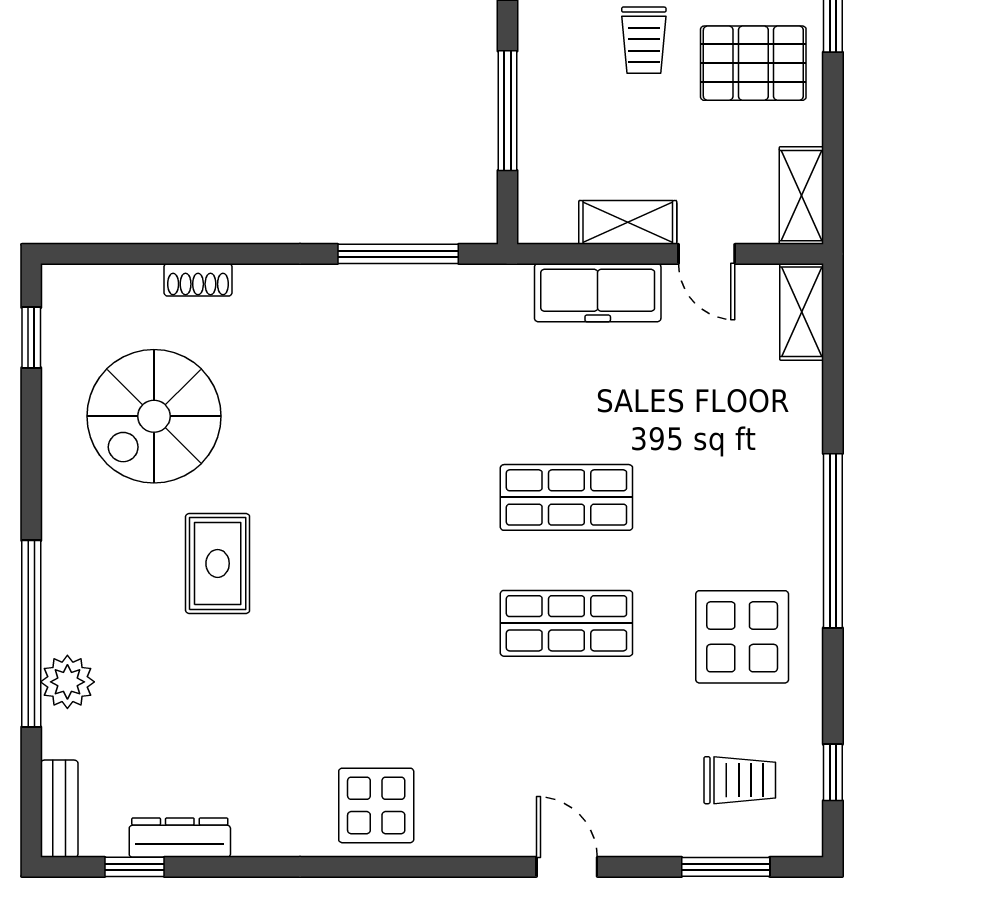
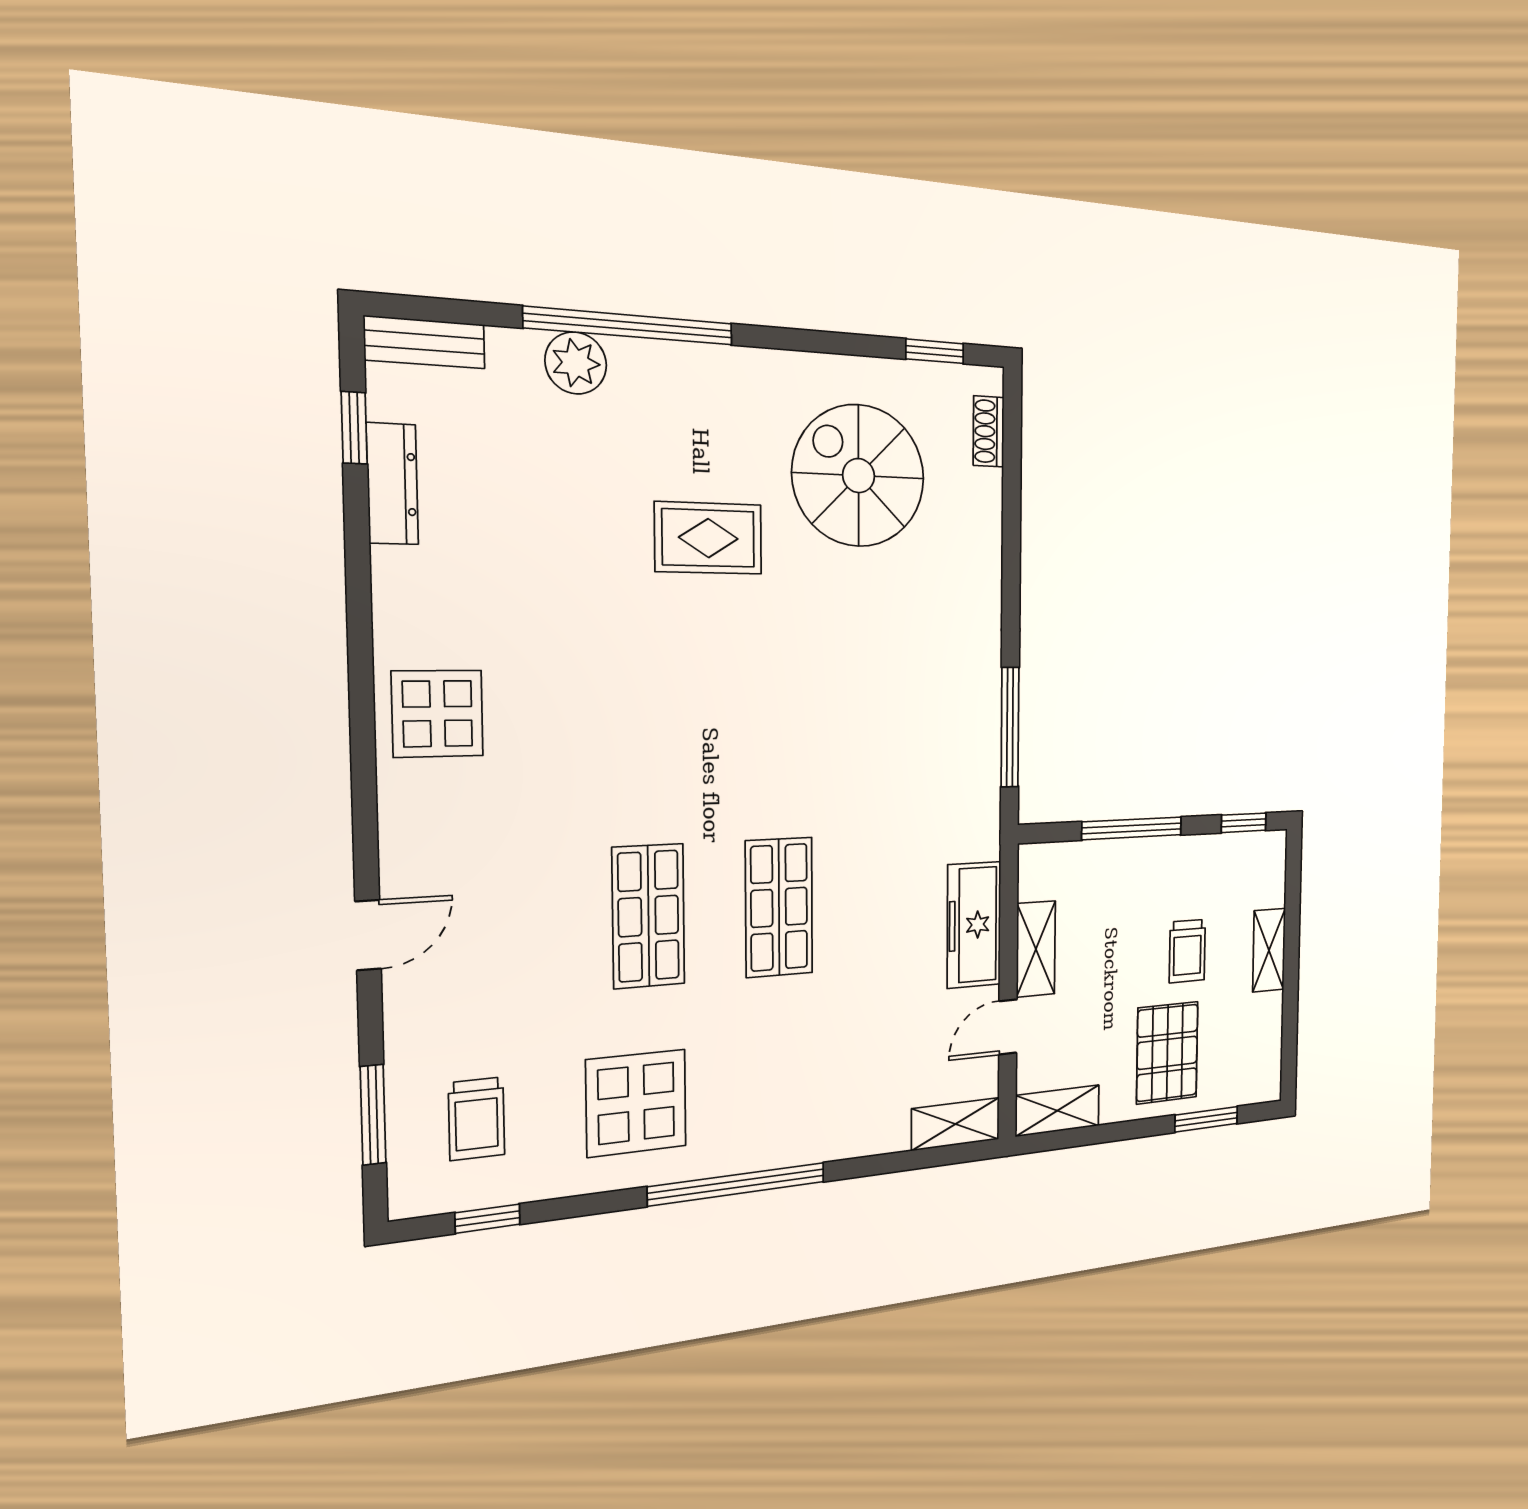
trolley: (644, 40) -> (1187, 951), turned -90
shoe rack: (198, 280) -> (989, 431), moved

